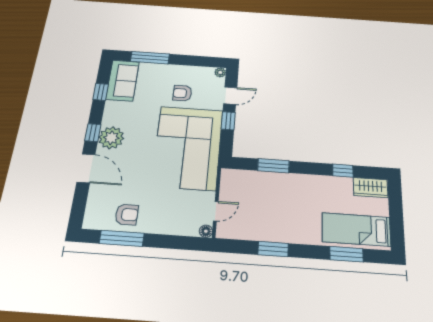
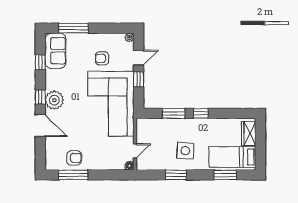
window: (343, 171) -> (201, 113), moved
wardrobe: (370, 188) -> (249, 134), moved, turned 90
side table: (288, 216) -> (185, 151), added

